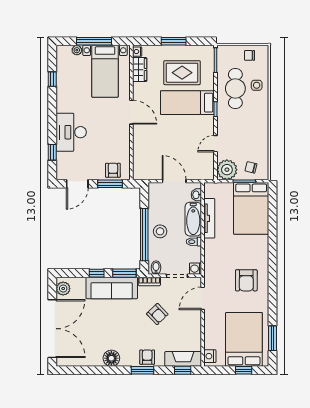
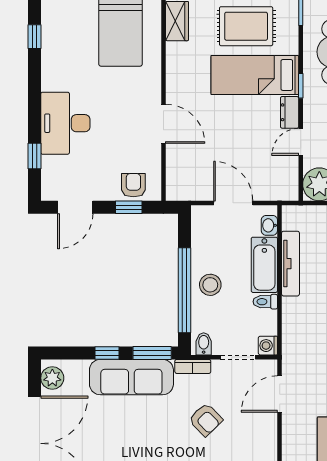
door: (131, 112) -> (163, 124), moved
dresser: (209, 126) -> (290, 112), added
window: (110, 184) -> (129, 207), width x0.67

